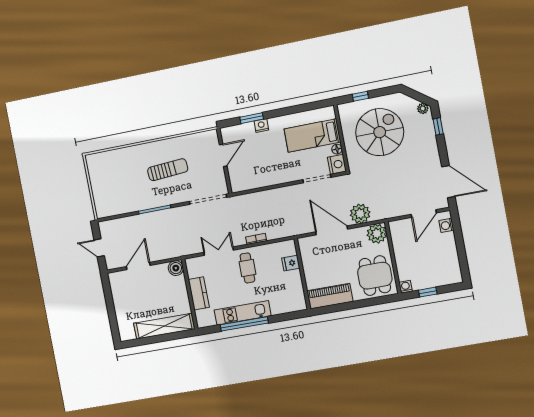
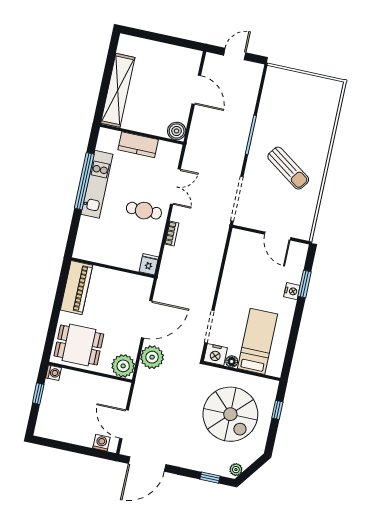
sun lounger: (168, 170) -> (288, 168), turned -51
fridge: (291, 263) -> (149, 264), moved

